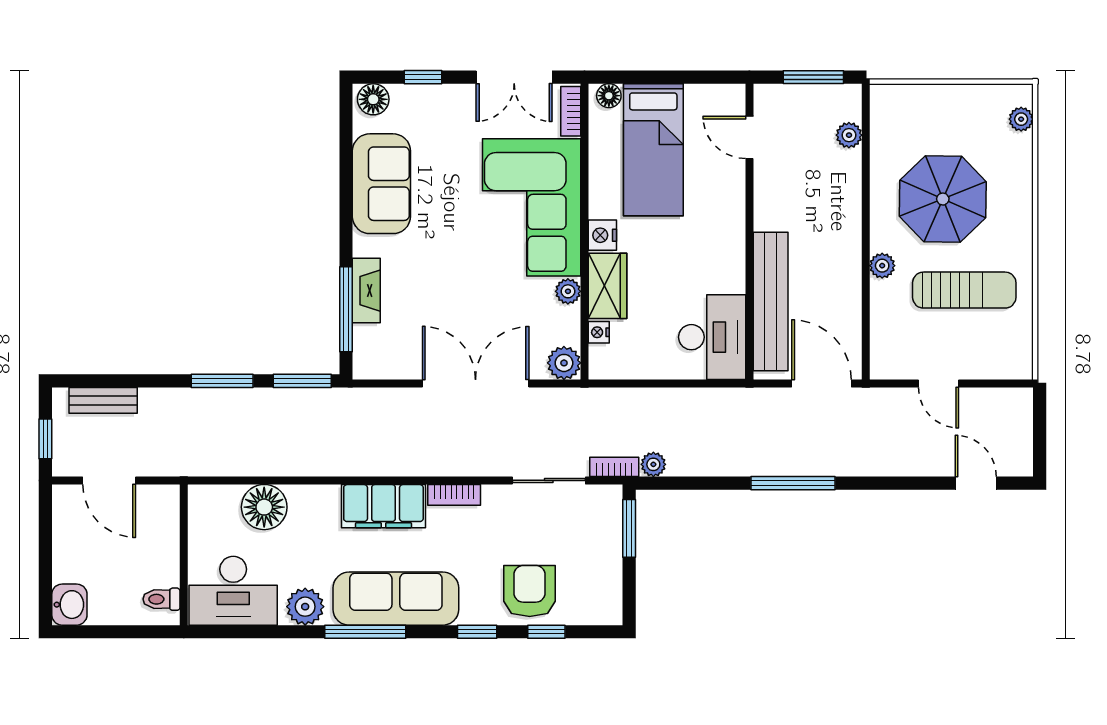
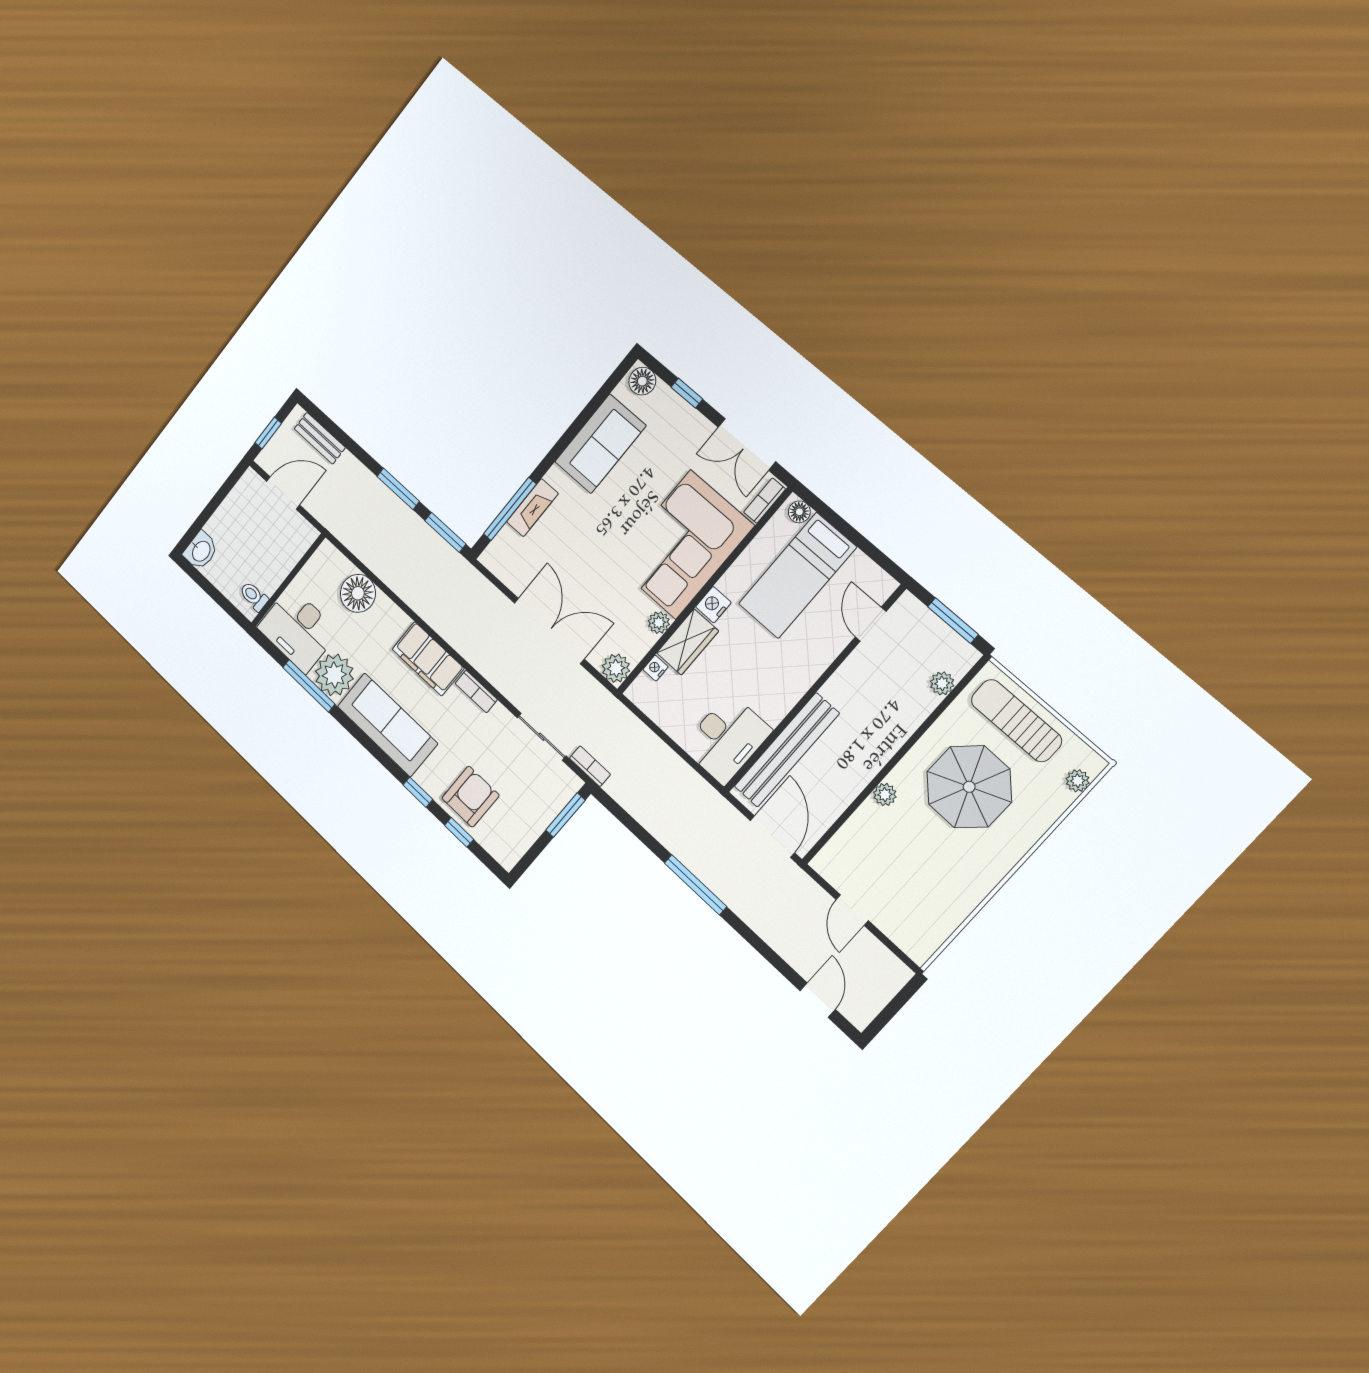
sun lounger: (964, 290) -> (1016, 721), moved, turned 180
plant: (653, 464) -> (616, 788), removed
door: (109, 480) -> (283, 493), swing flipped
plant: (305, 607) -> (334, 675), width x1.36, depth x1.36
window: (365, 632) -> (309, 686), moved

